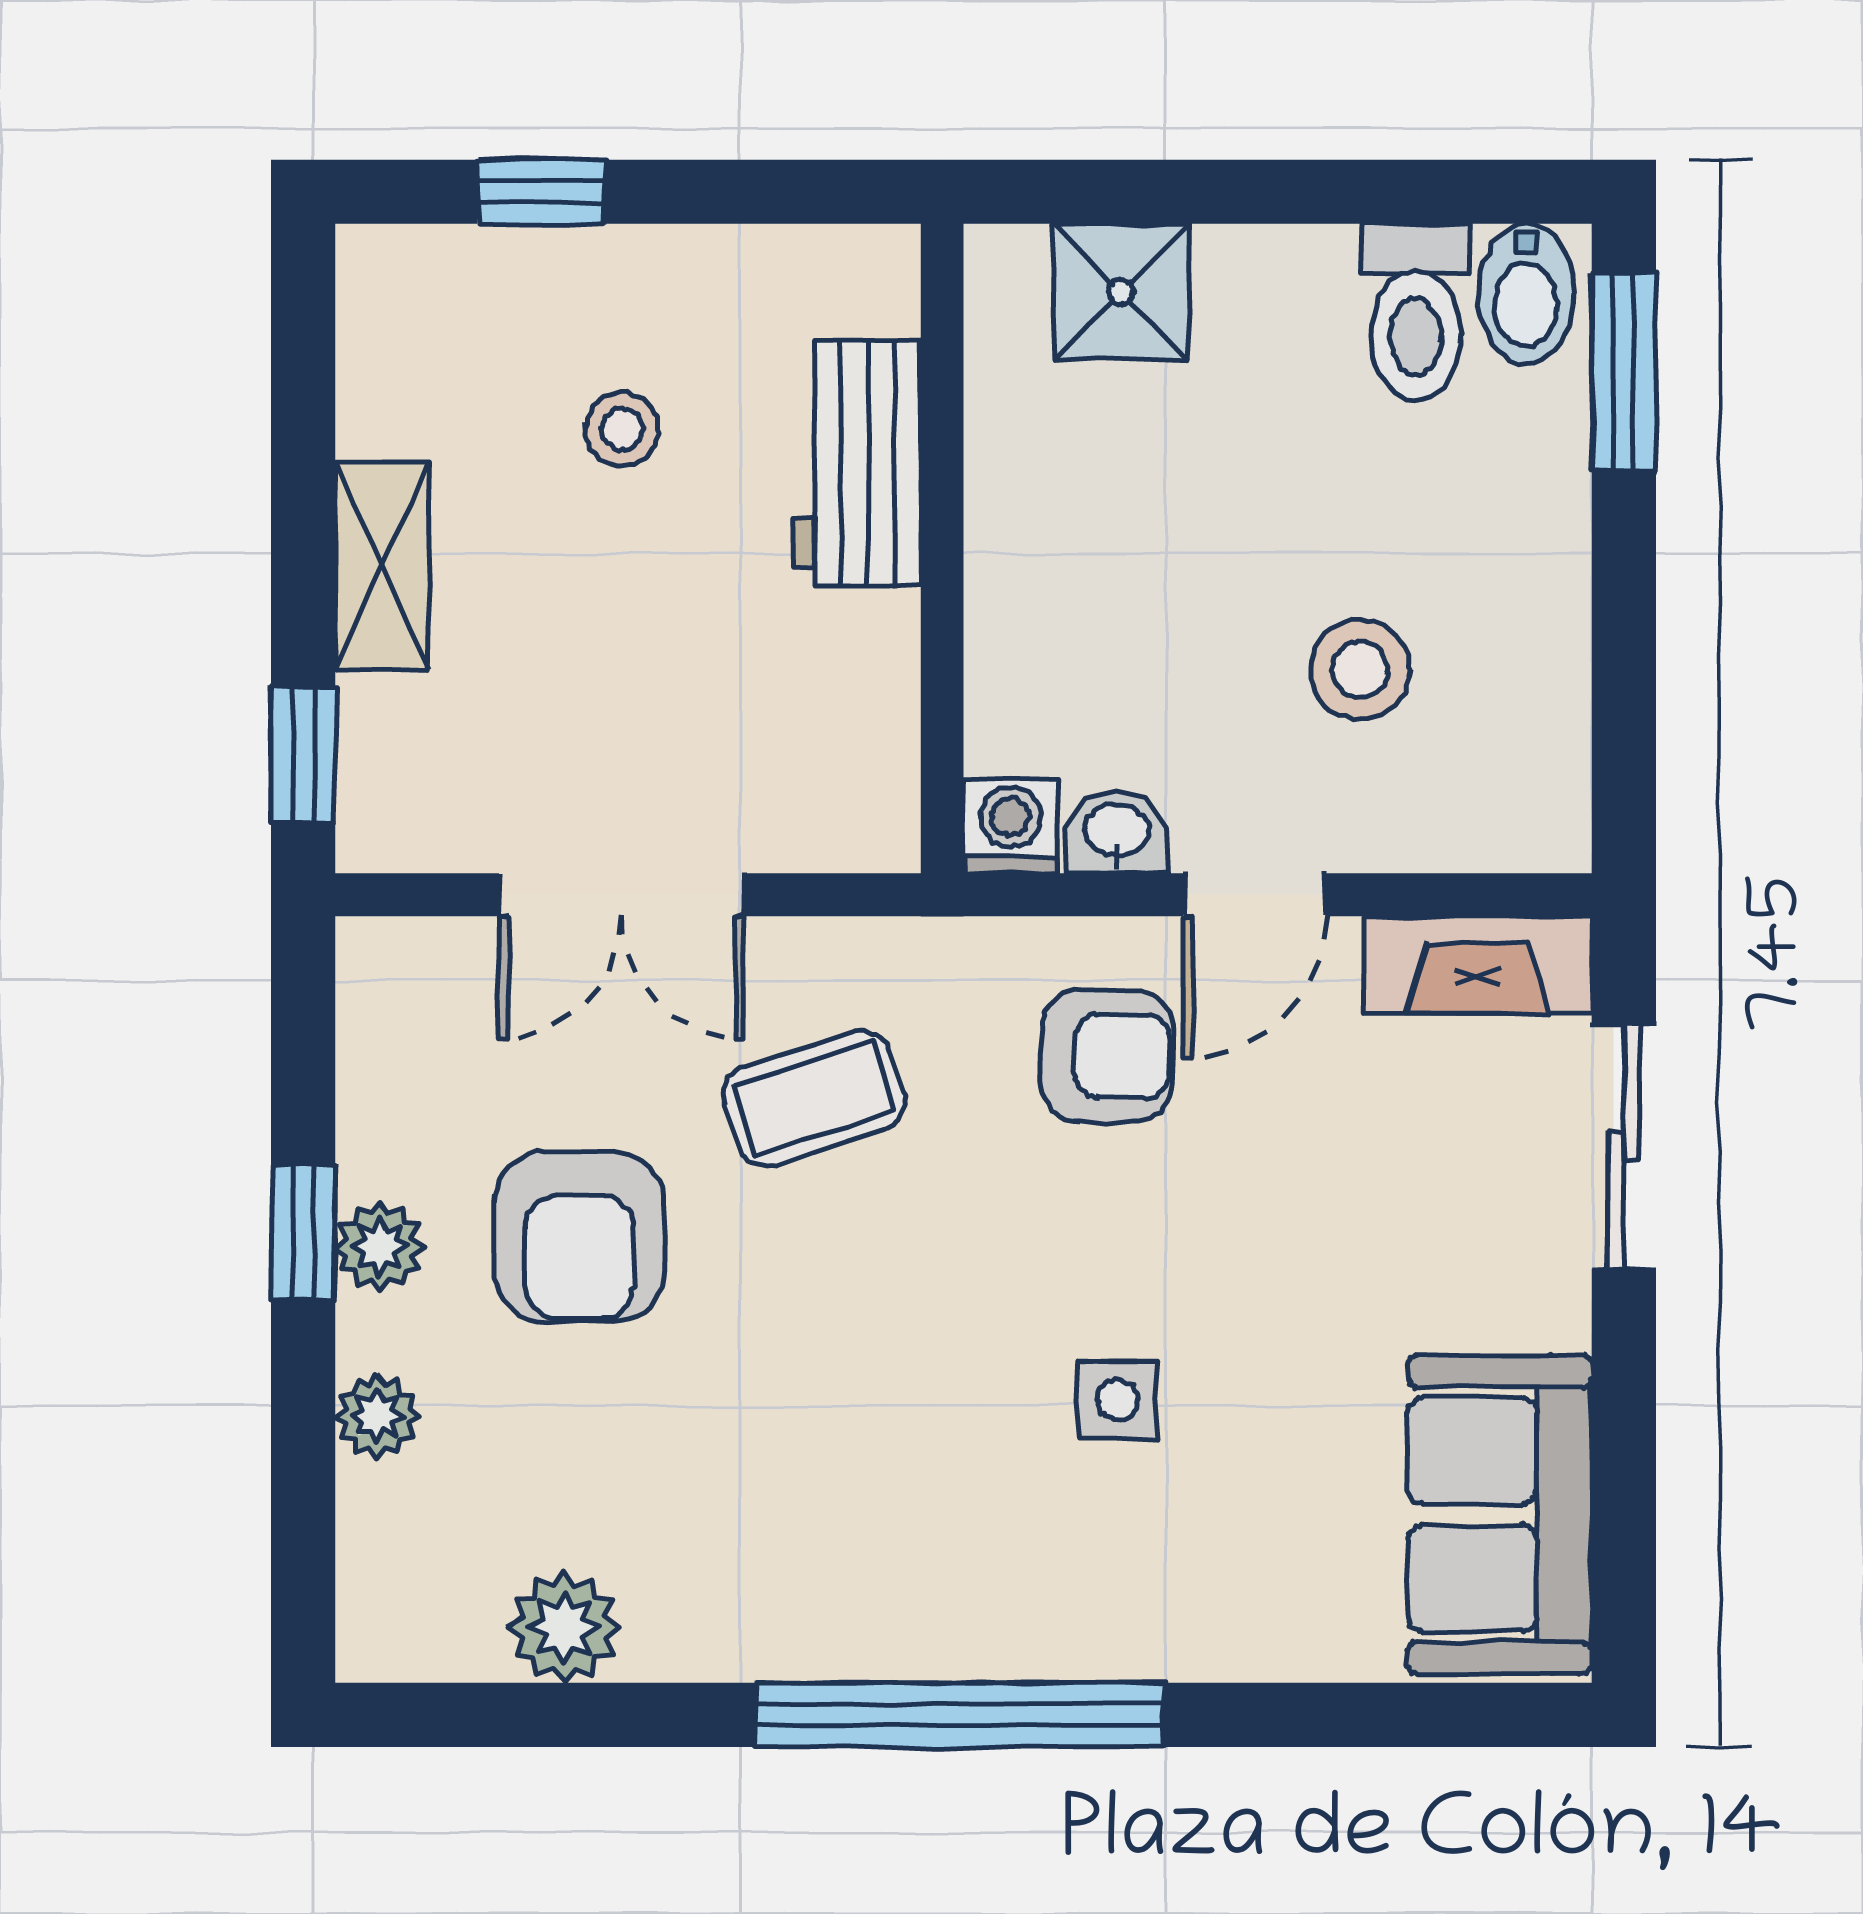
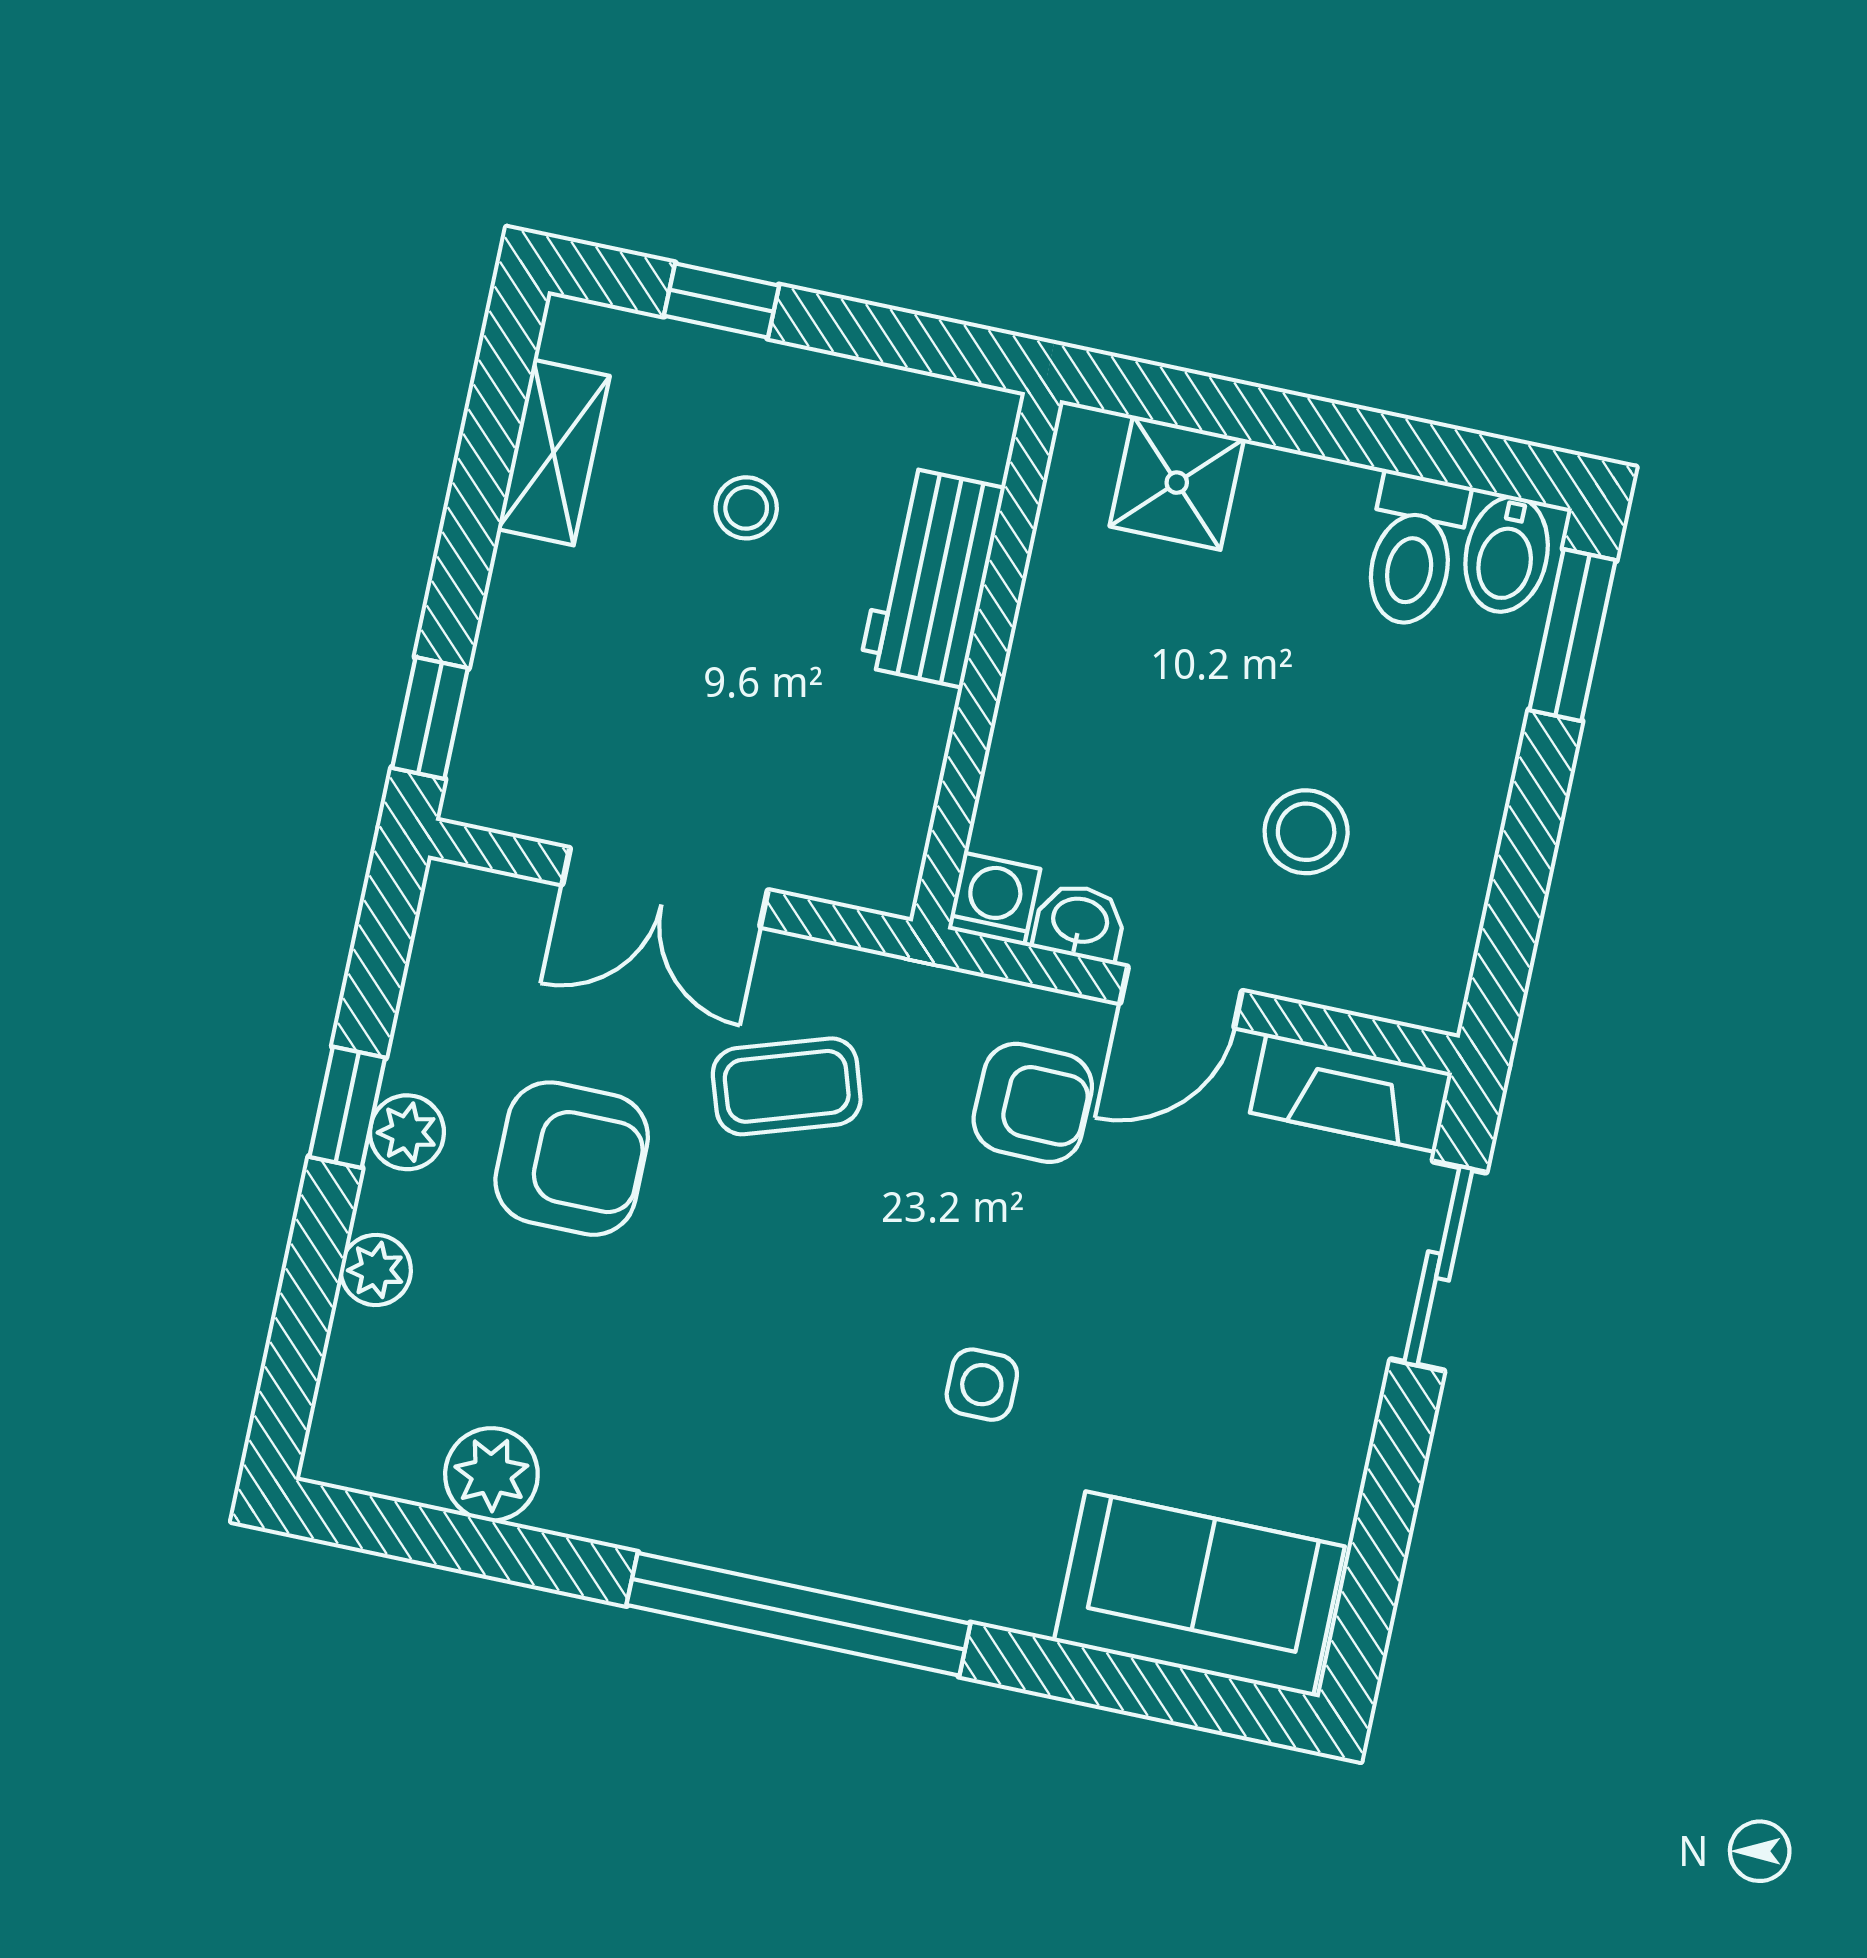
shelving: (382, 566) -> (554, 452), moved
armchair: (579, 1236) -> (572, 1159), turned -90
sofa: (1500, 1514) -> (1199, 1594), moved, turned 90

